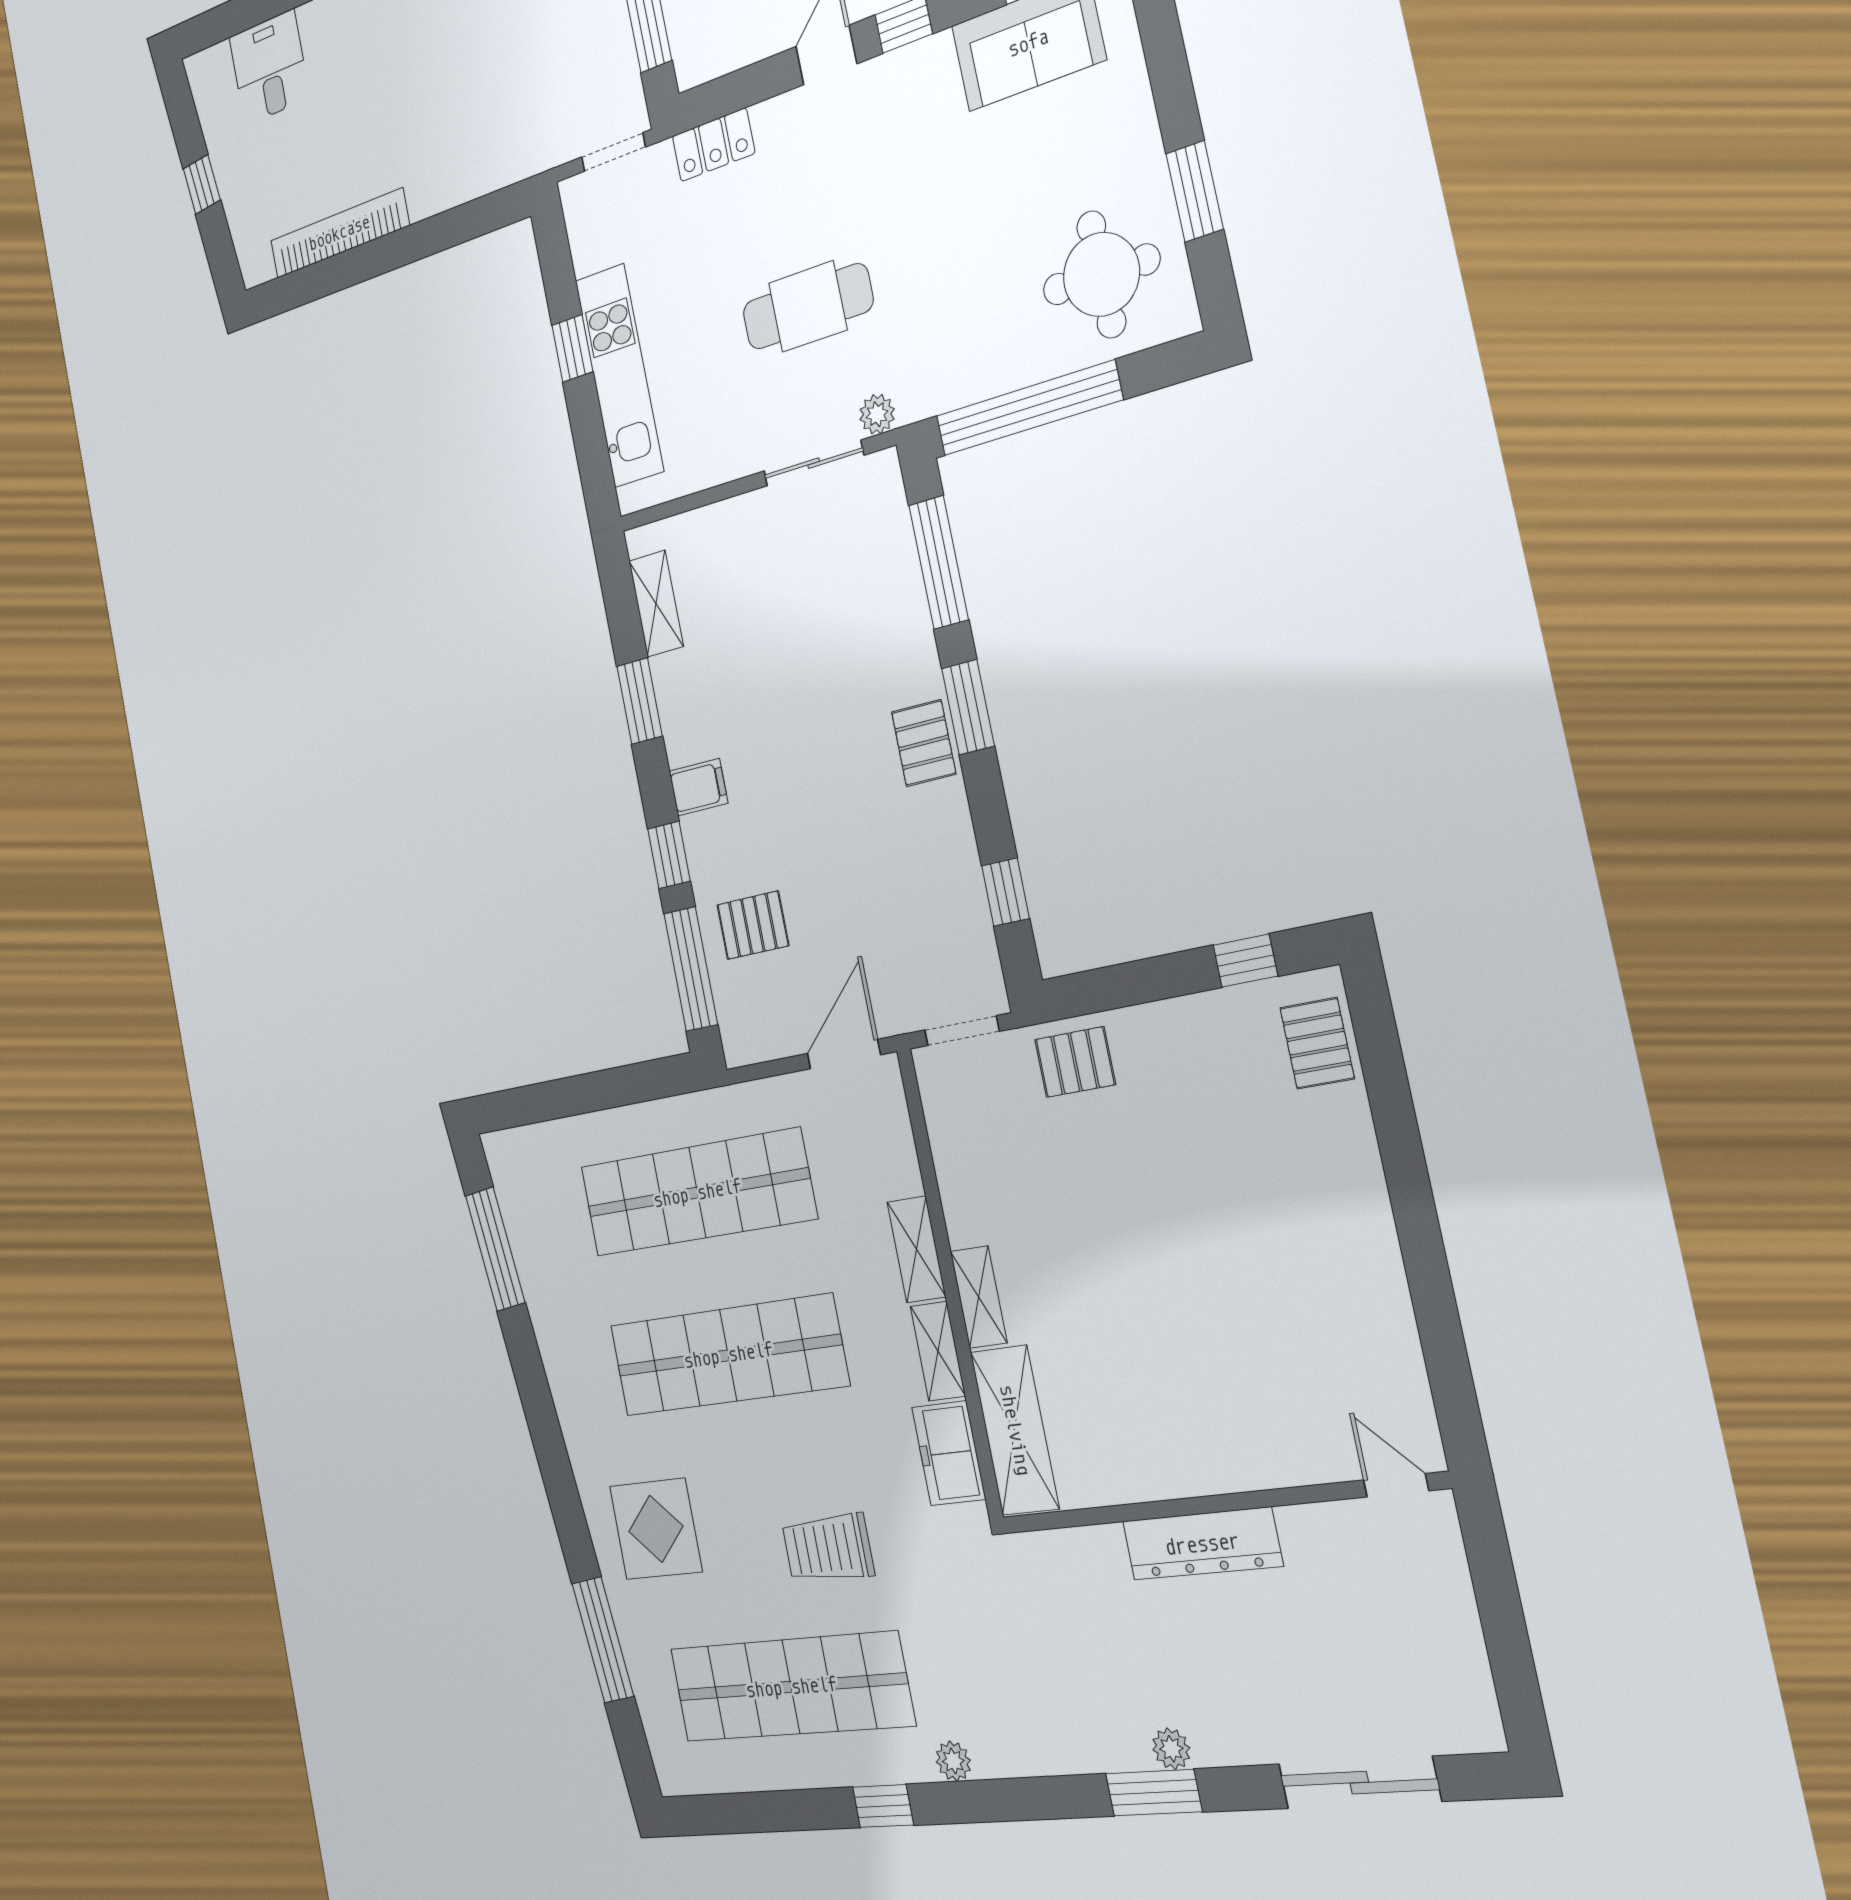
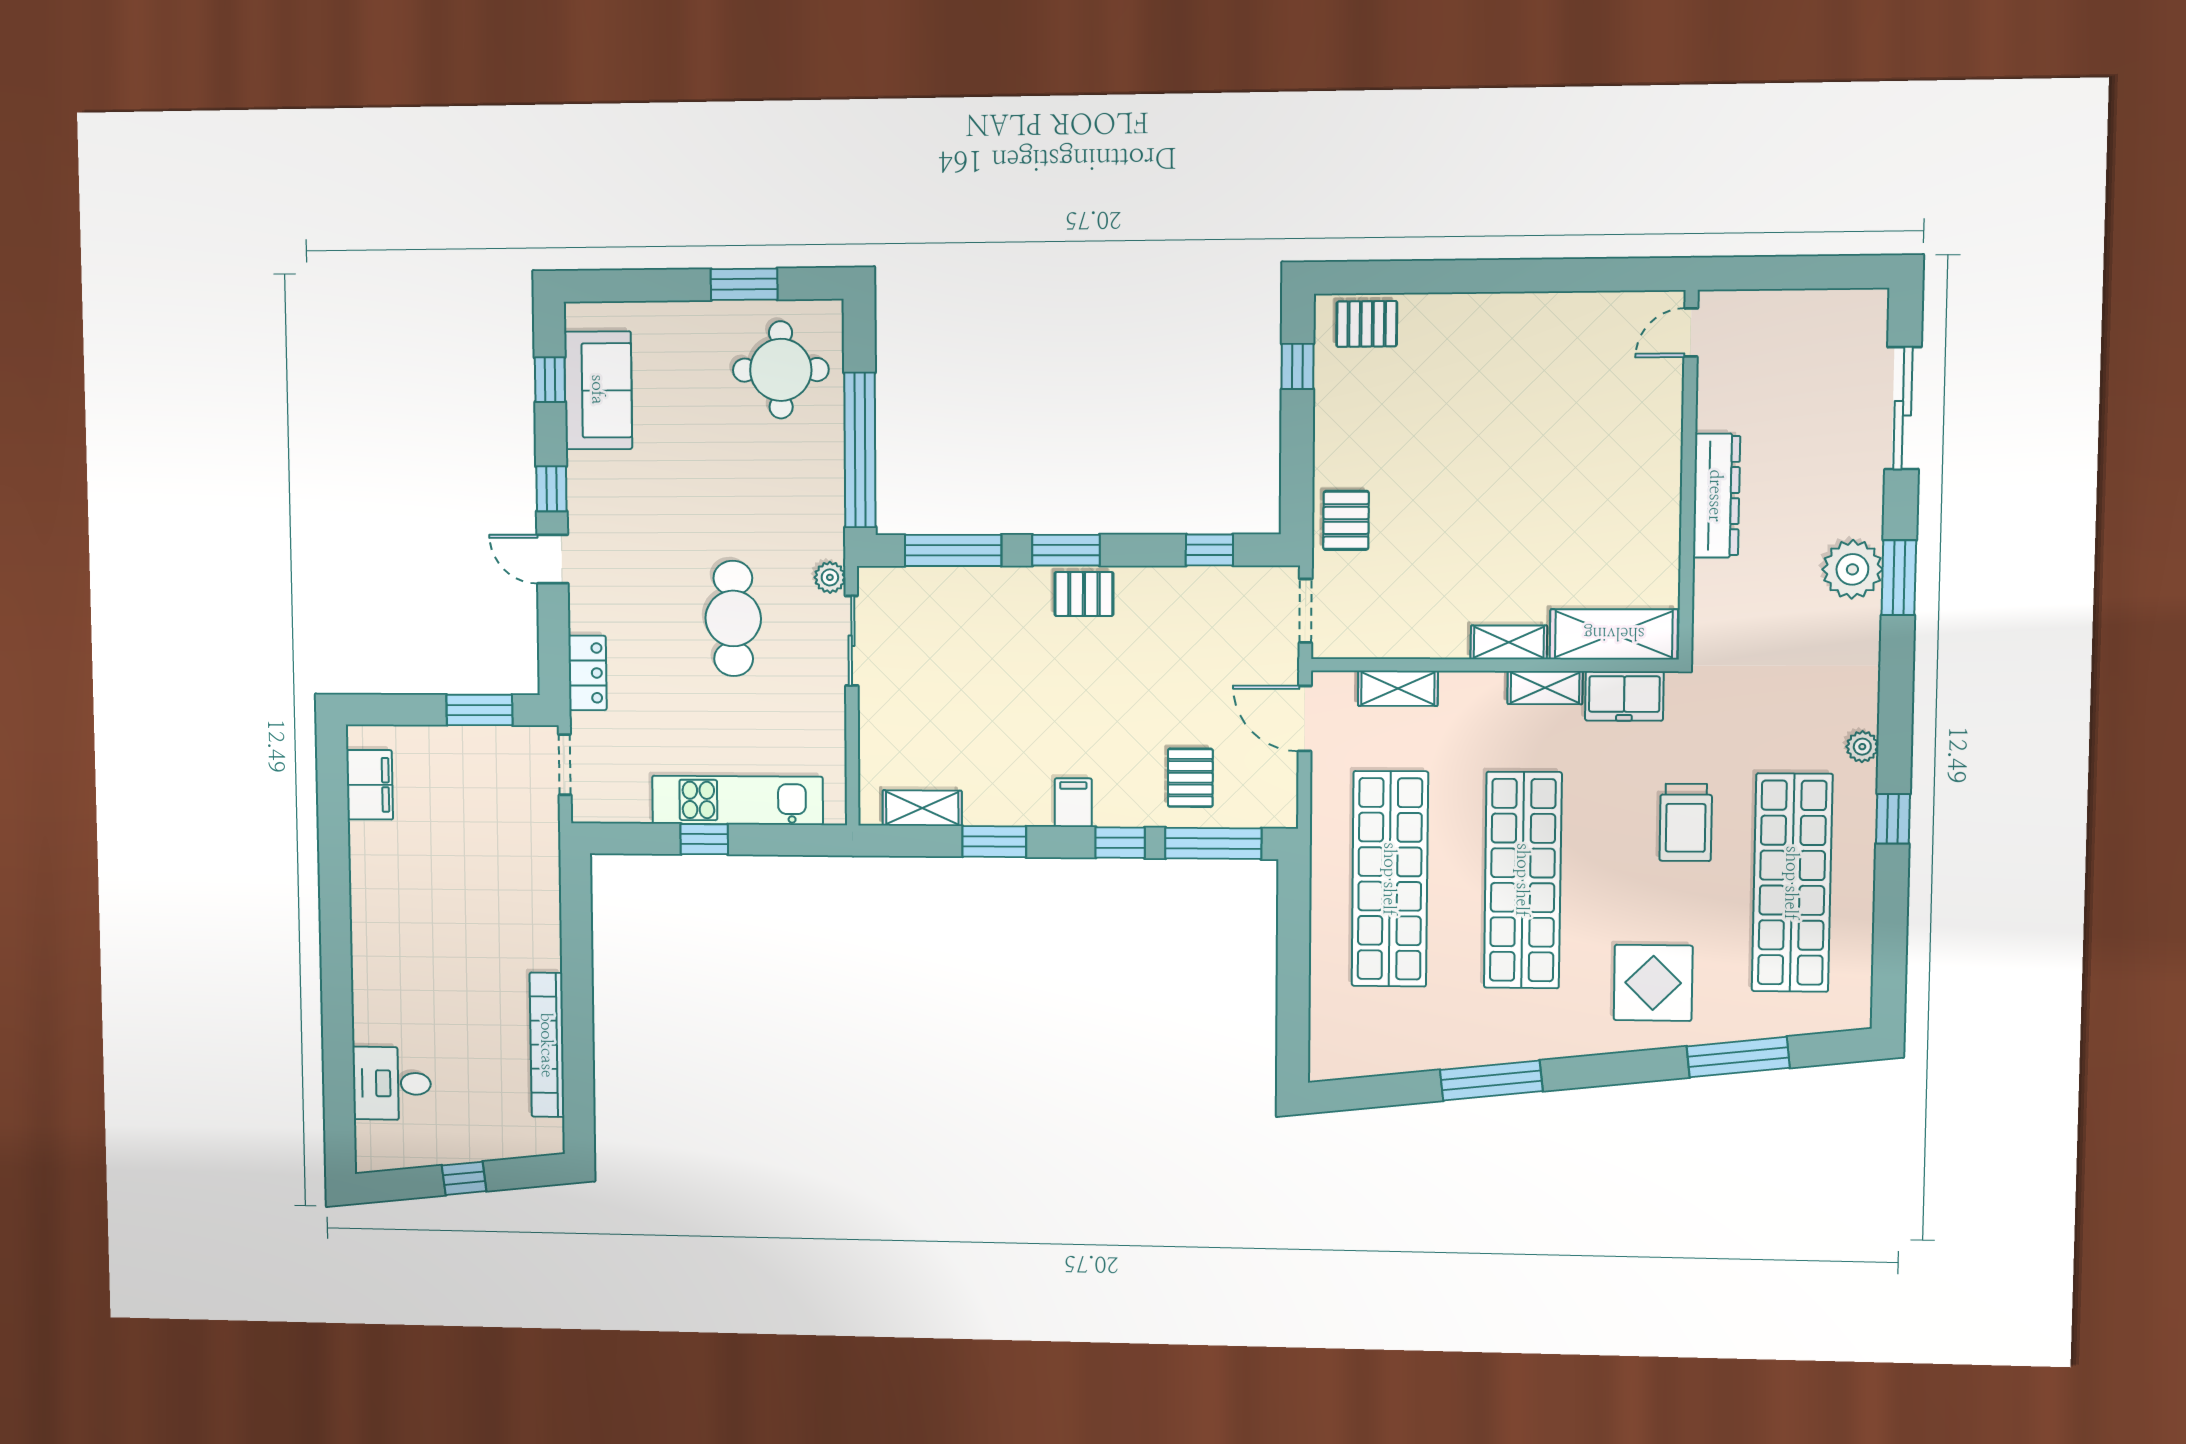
window: (495, 1249) -> (1491, 1081), moved
shelving: (916, 1249) -> (1398, 688), moved
plant: (1171, 1749) -> (1852, 569), width x1.87, depth x1.87

